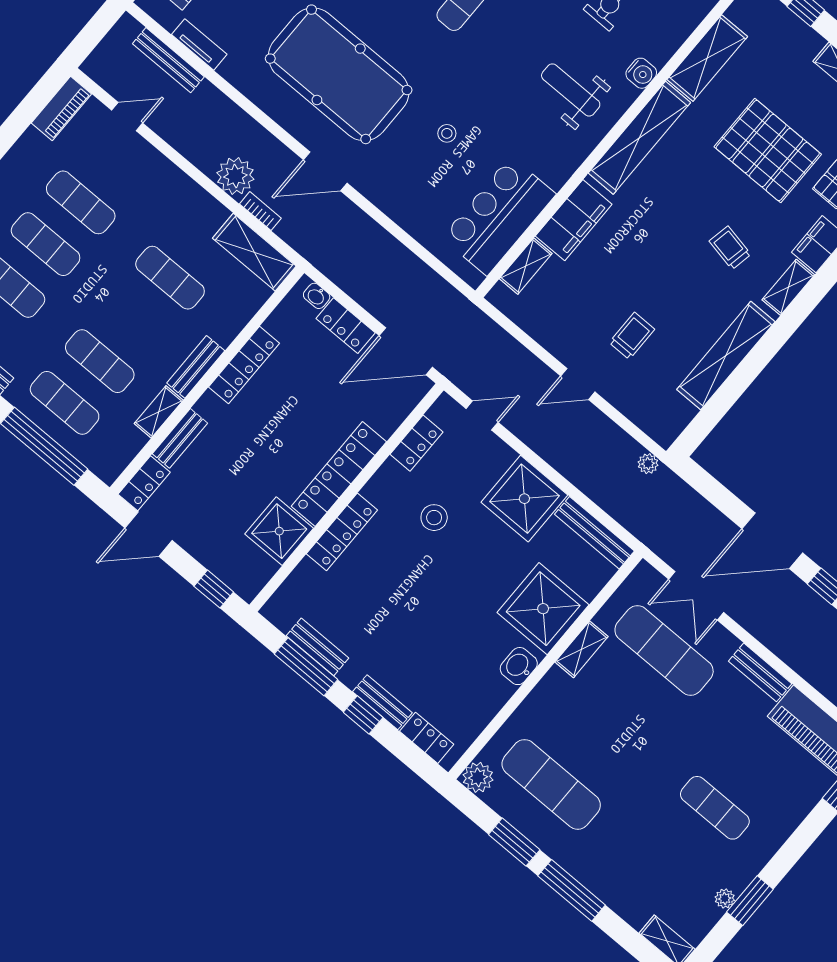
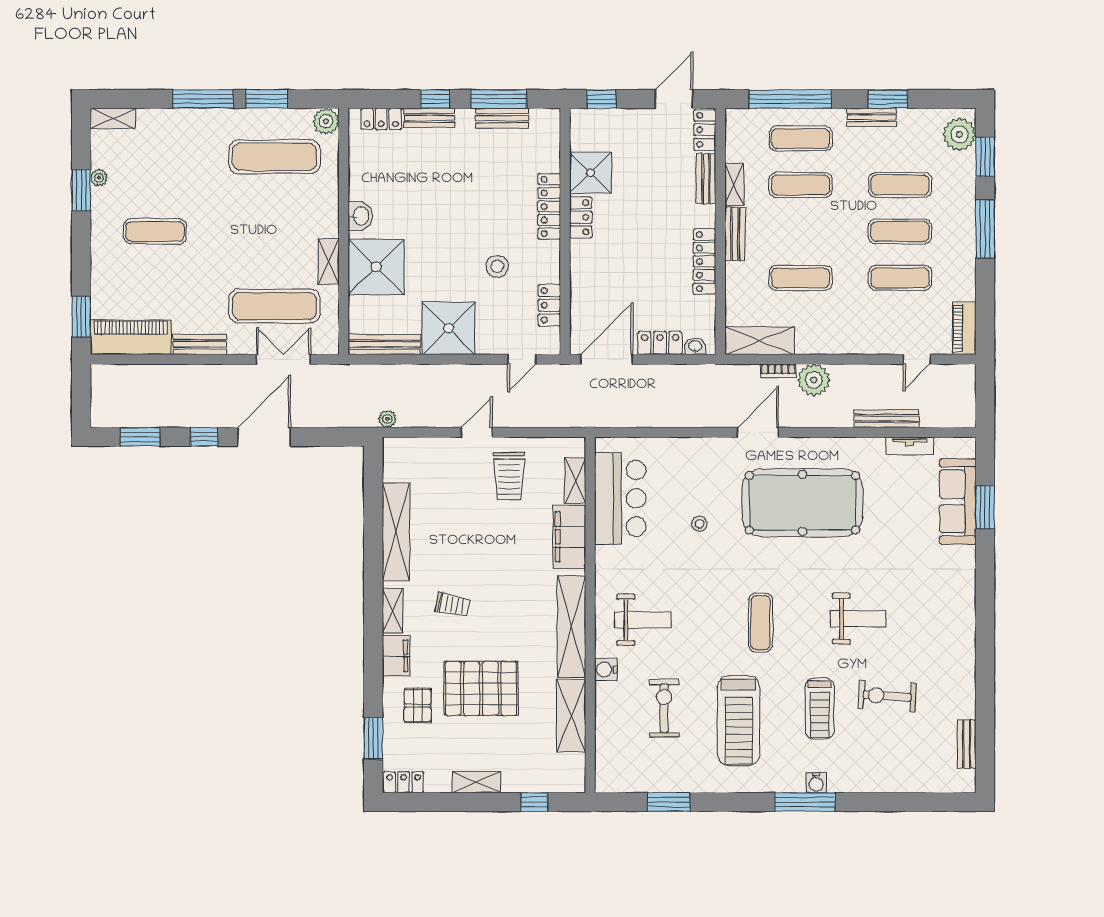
bench: (168, 60) -> (887, 419), moved
trolley: (632, 336) -> (509, 476), moved, width x1.36, depth x1.39
locker: (339, 474) -> (581, 217), width x0.46, depth x0.83

